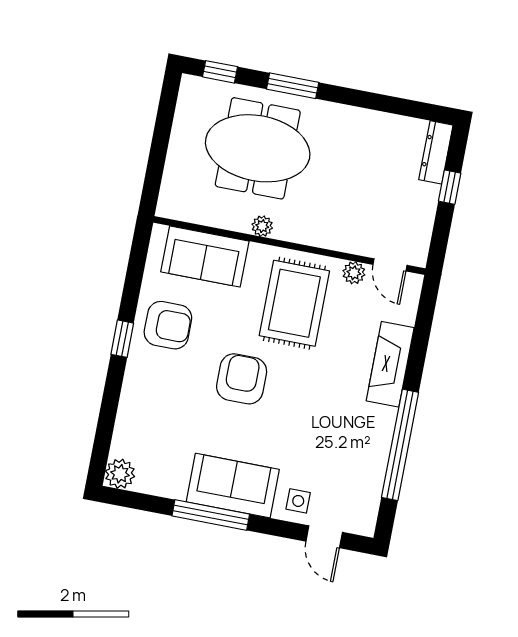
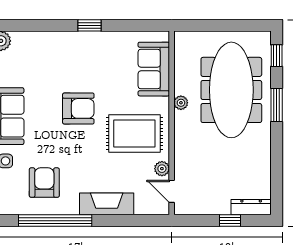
meeting table: (258, 148) -> (231, 90), width x1.36
door: (390, 265) -> (172, 191), hinge flipped
armchair: (168, 325) -> (44, 183), moved, turned 180

